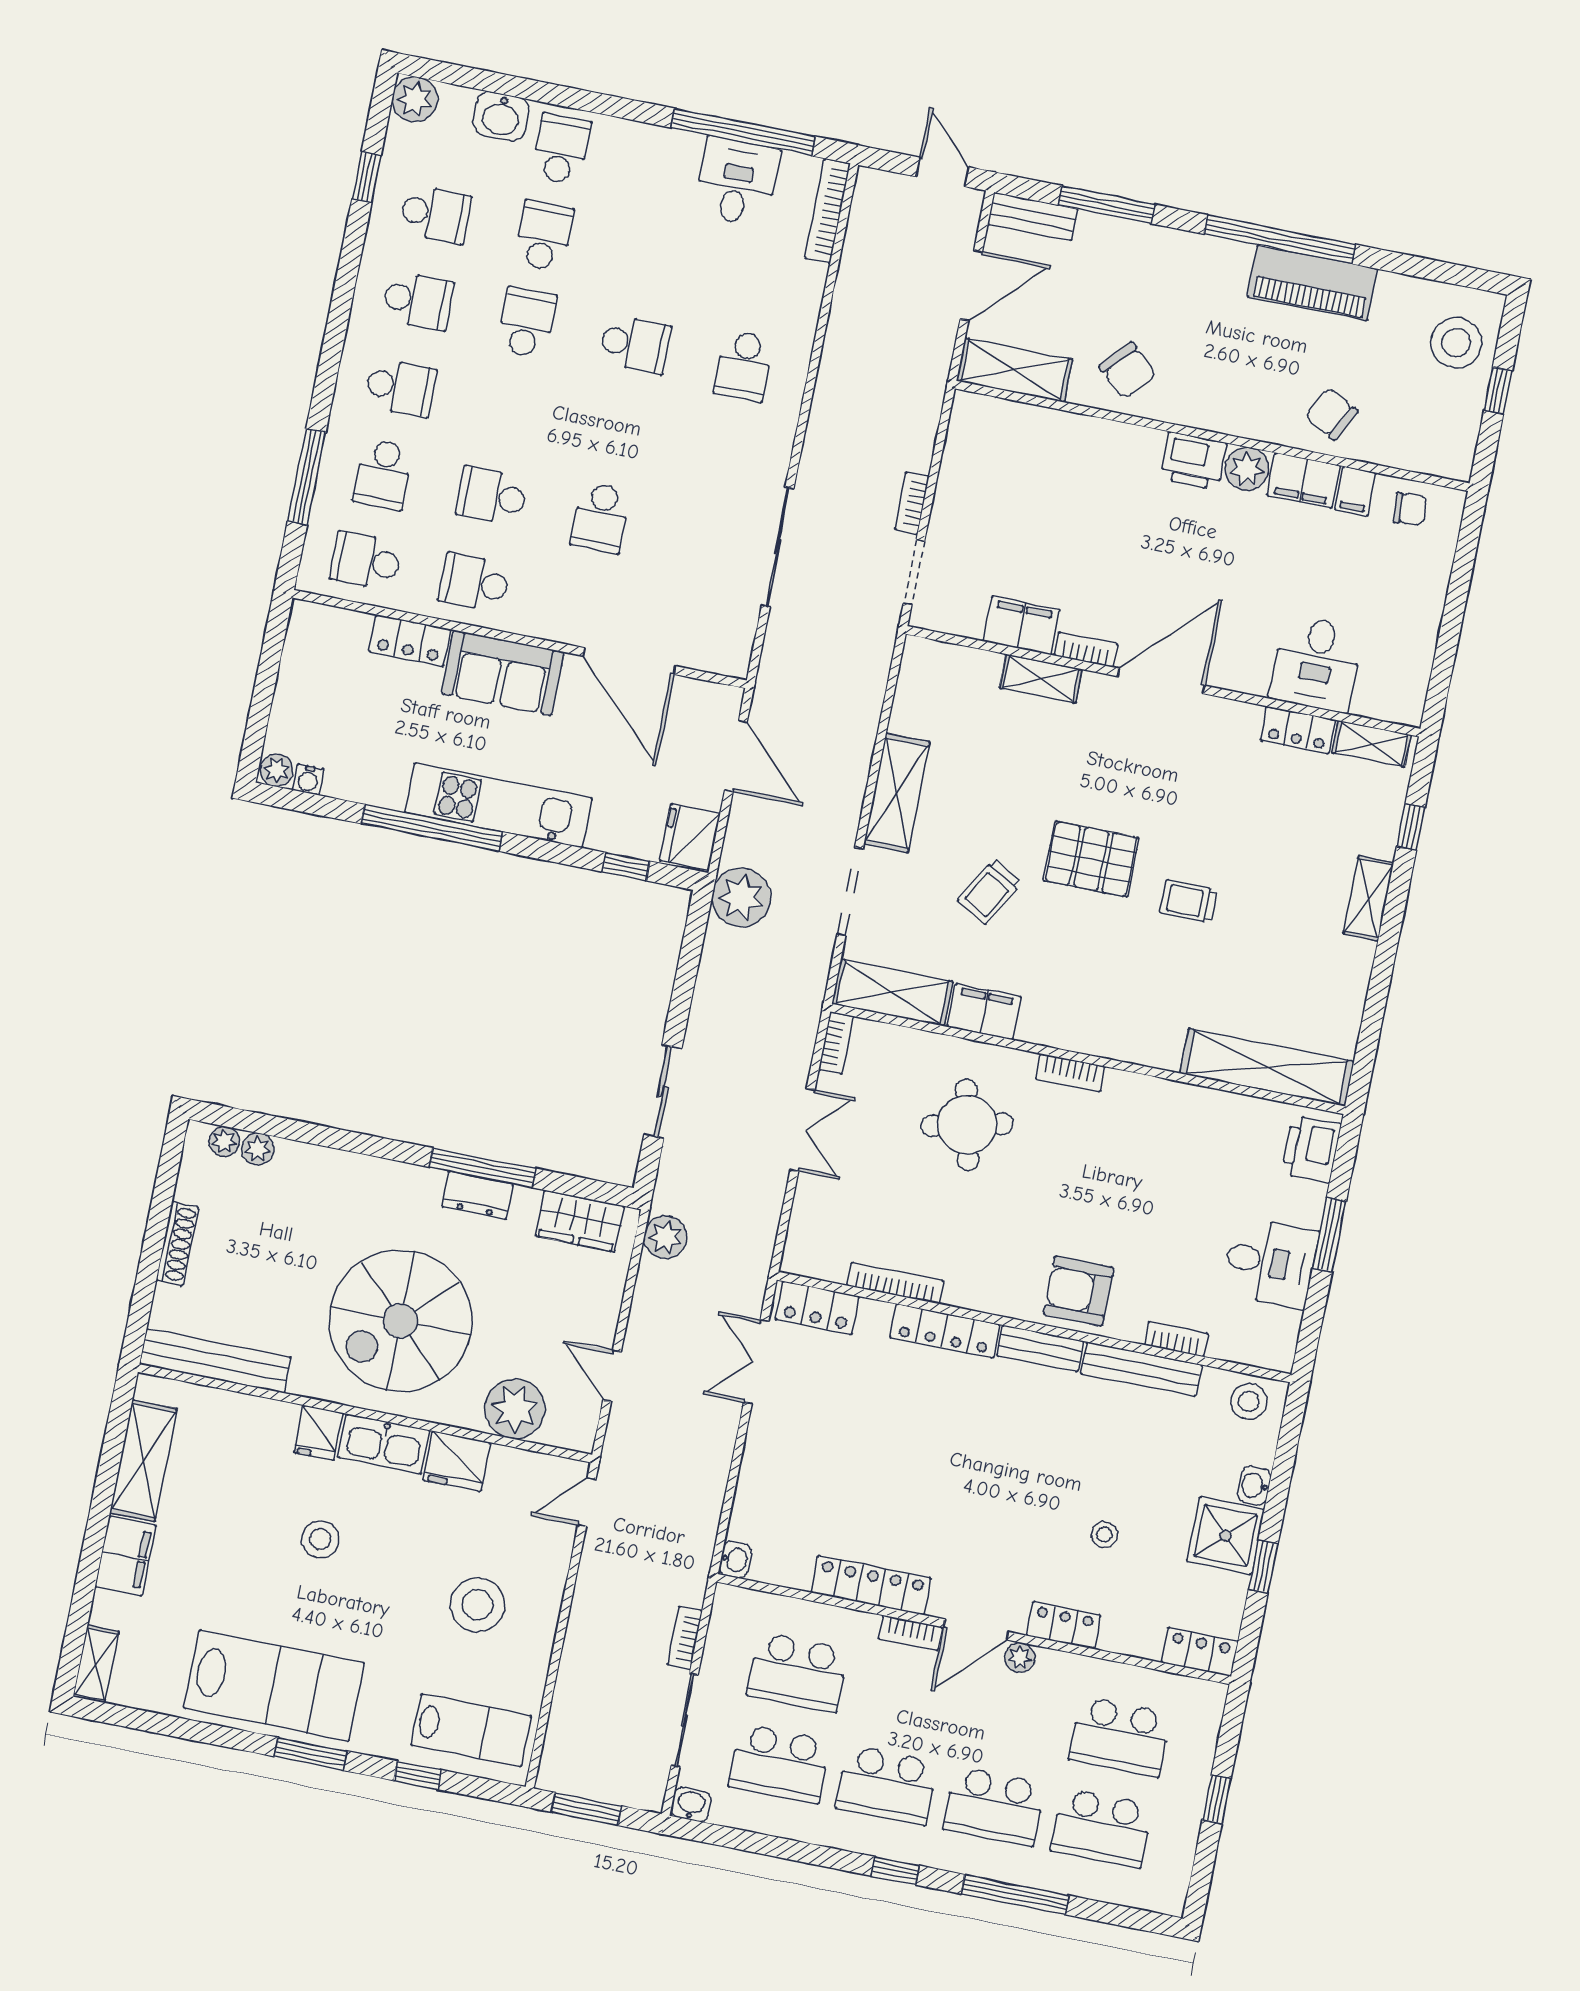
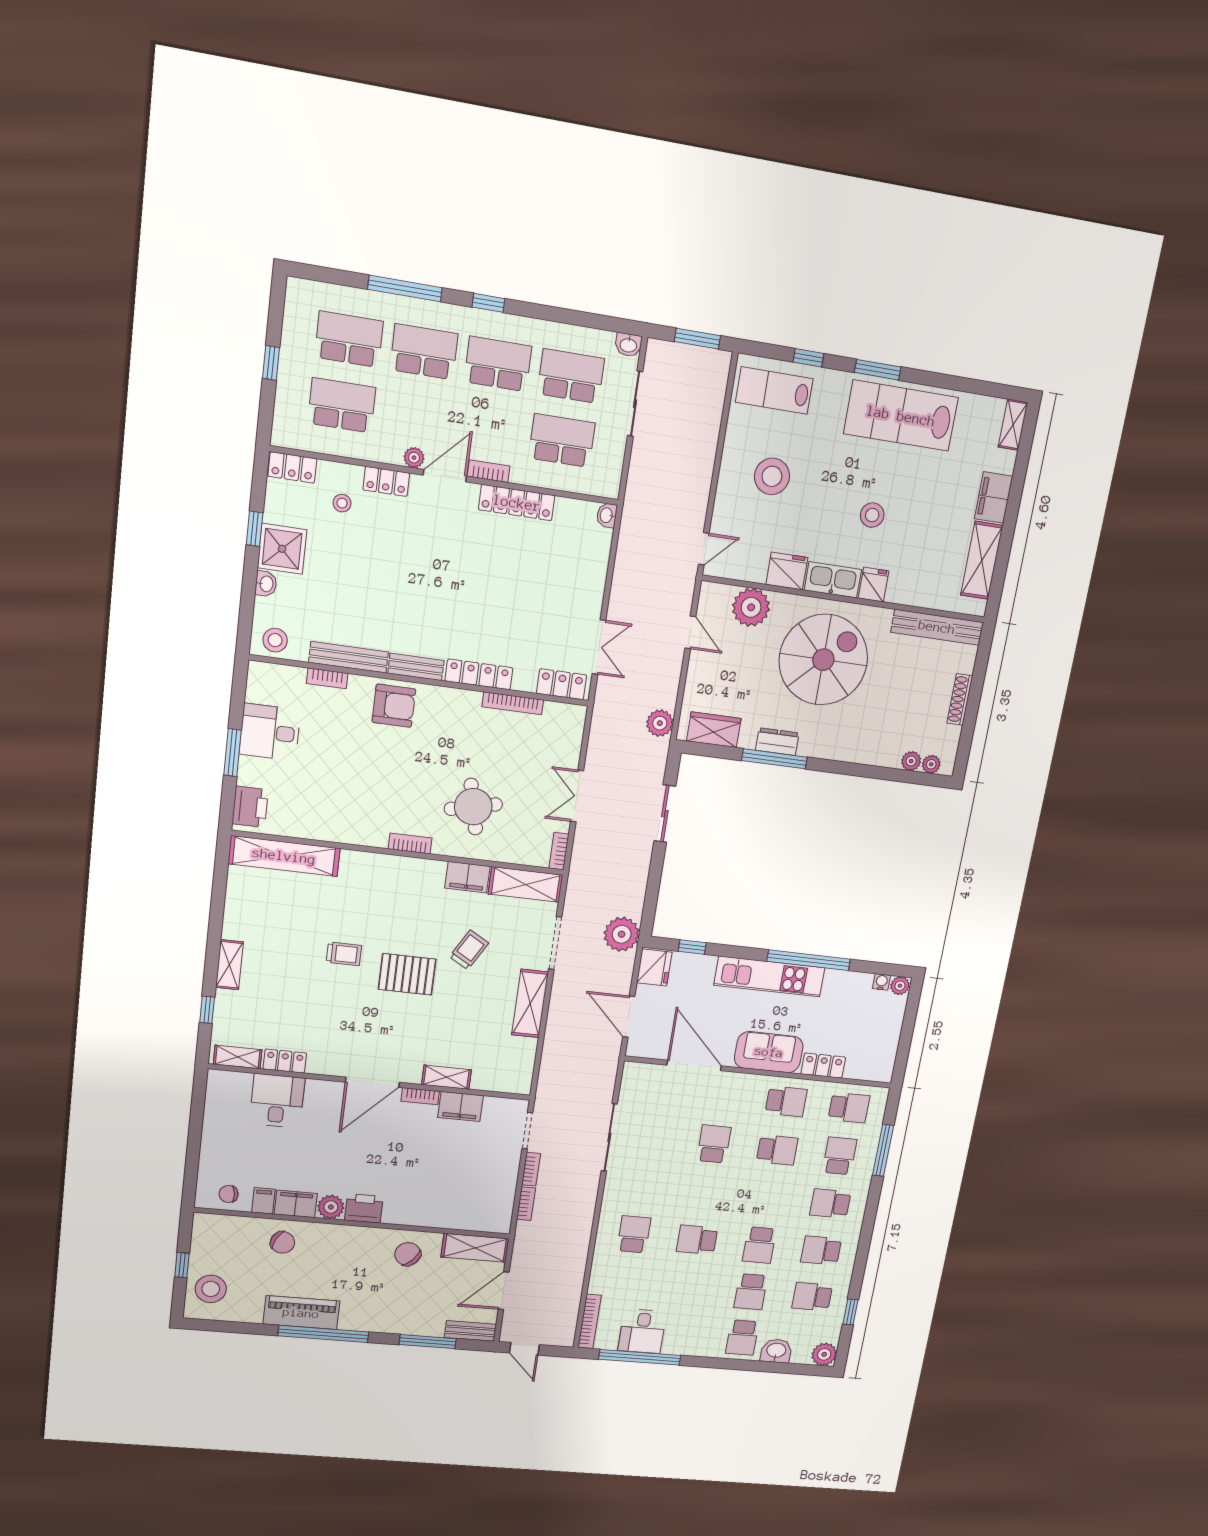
stool: (1104, 1535) -> (342, 503), moved
bookcase: (685, 1638) -> (526, 1204), moved

